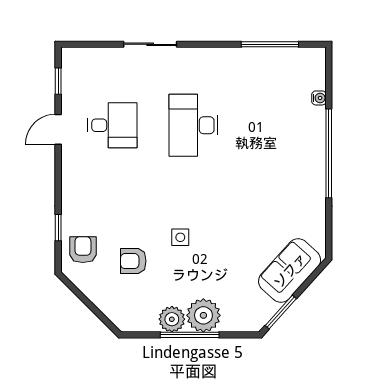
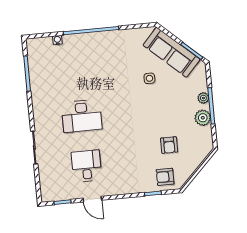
side table: (180, 237) -> (149, 78), moved
sofa: (290, 270) -> (171, 52), width x1.36
plant: (203, 315) -> (203, 98), width x0.53, depth x0.53

